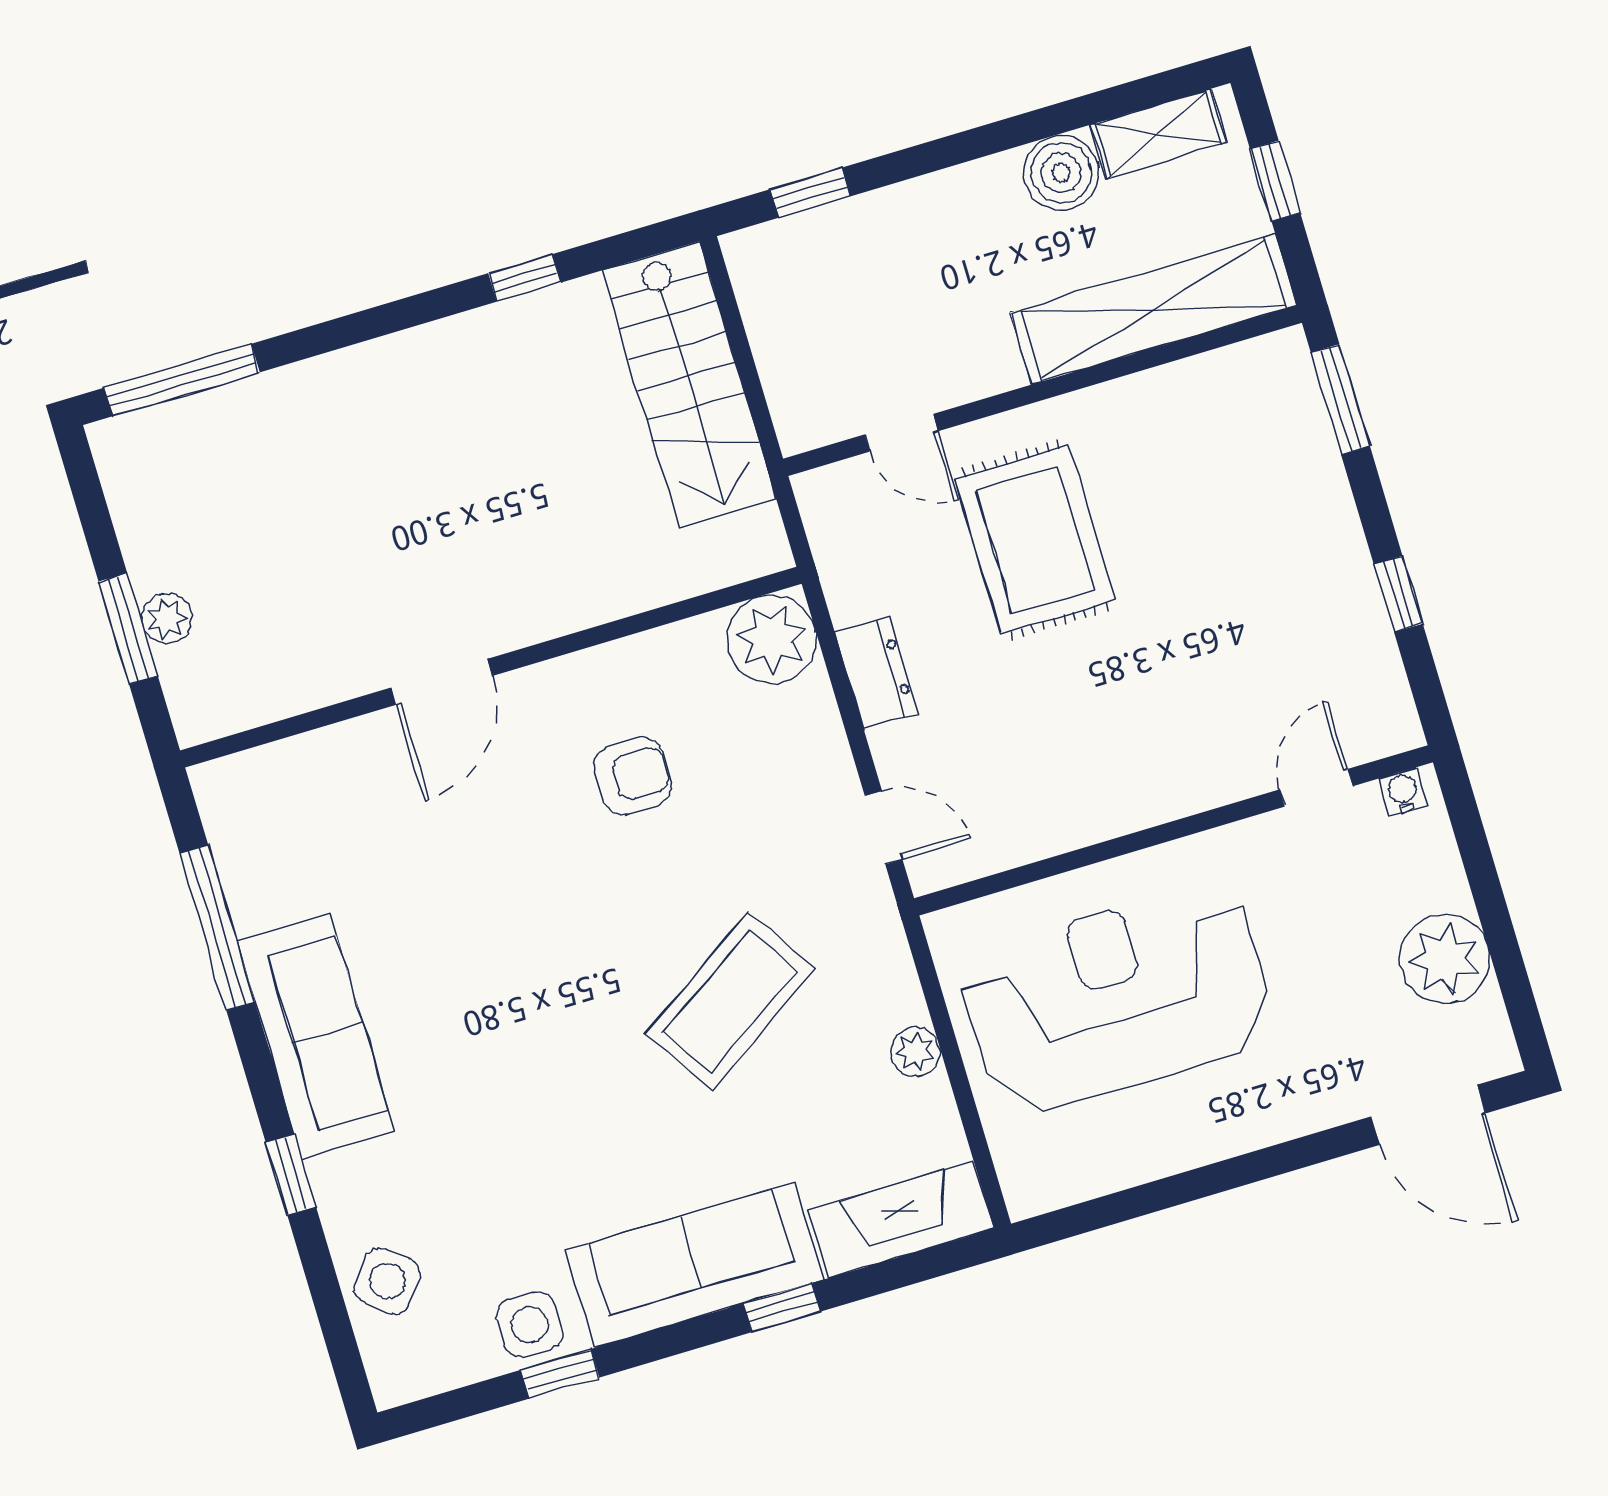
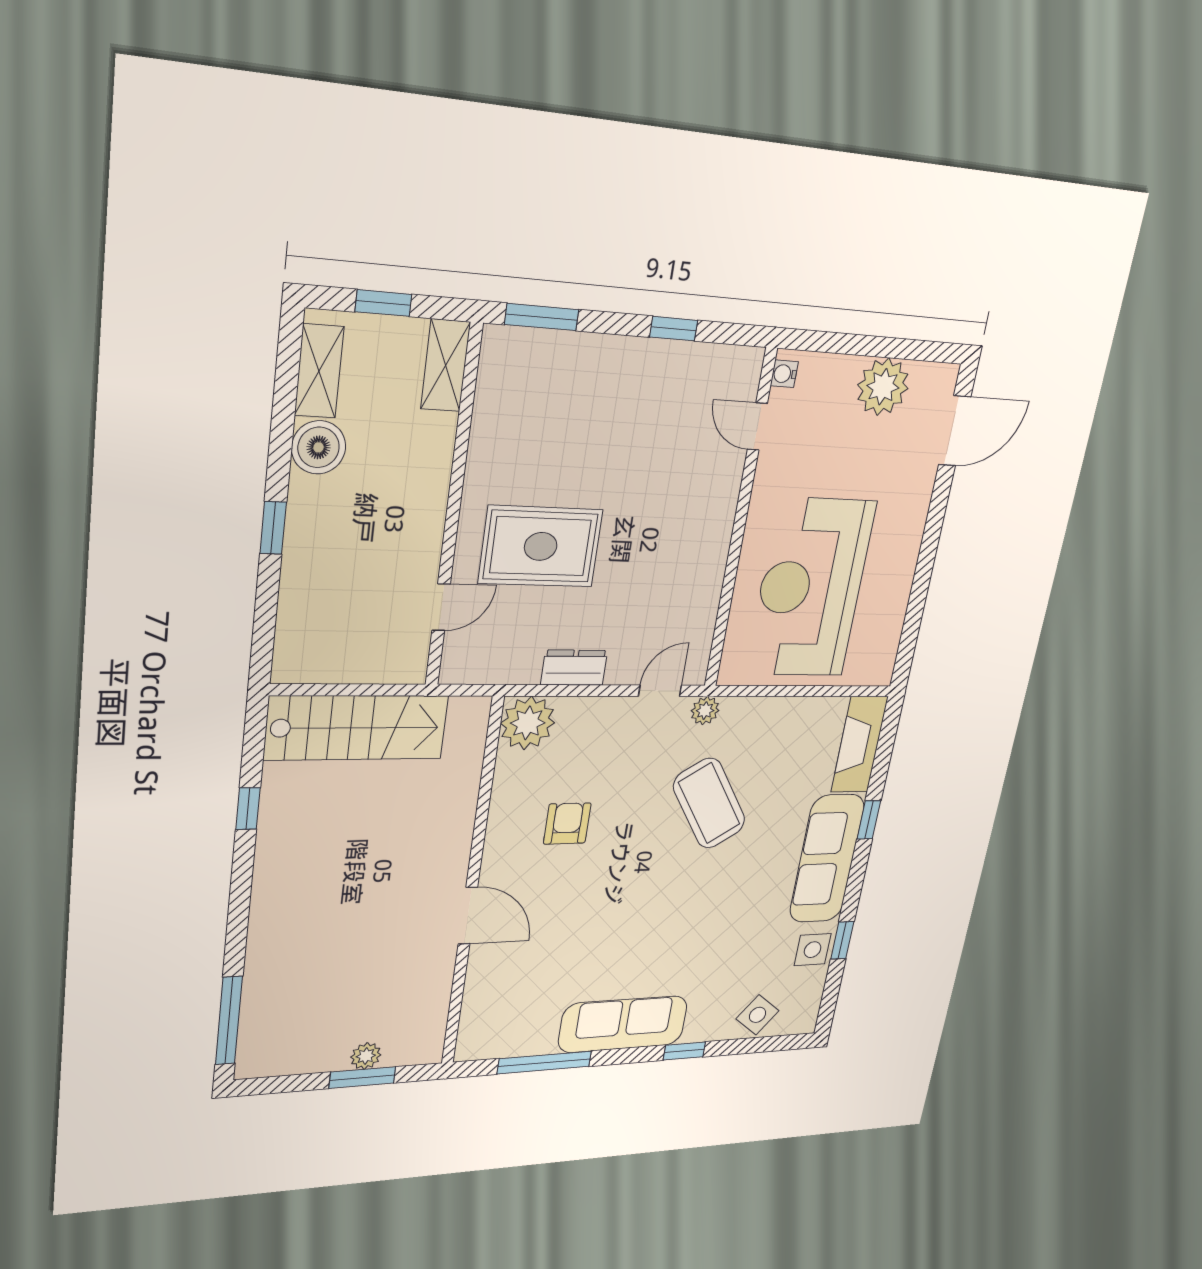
window: (810, 193) -> (273, 528), moved
shelving: (1154, 309) -> (446, 366), width x0.45, depth x0.75
plant: (915, 1052) -> (705, 711), moved

